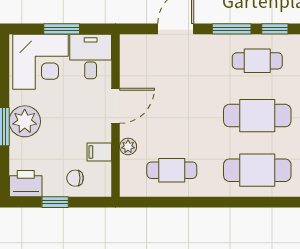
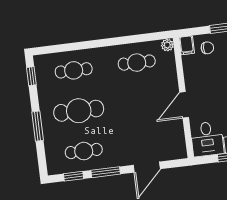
plant: (128, 146) -> (167, 45), moved
filing cabinet: (99, 152) -> (187, 45), moved, turned 90
cafe table: (257, 170) -> (74, 70), width x0.73, depth x0.74

